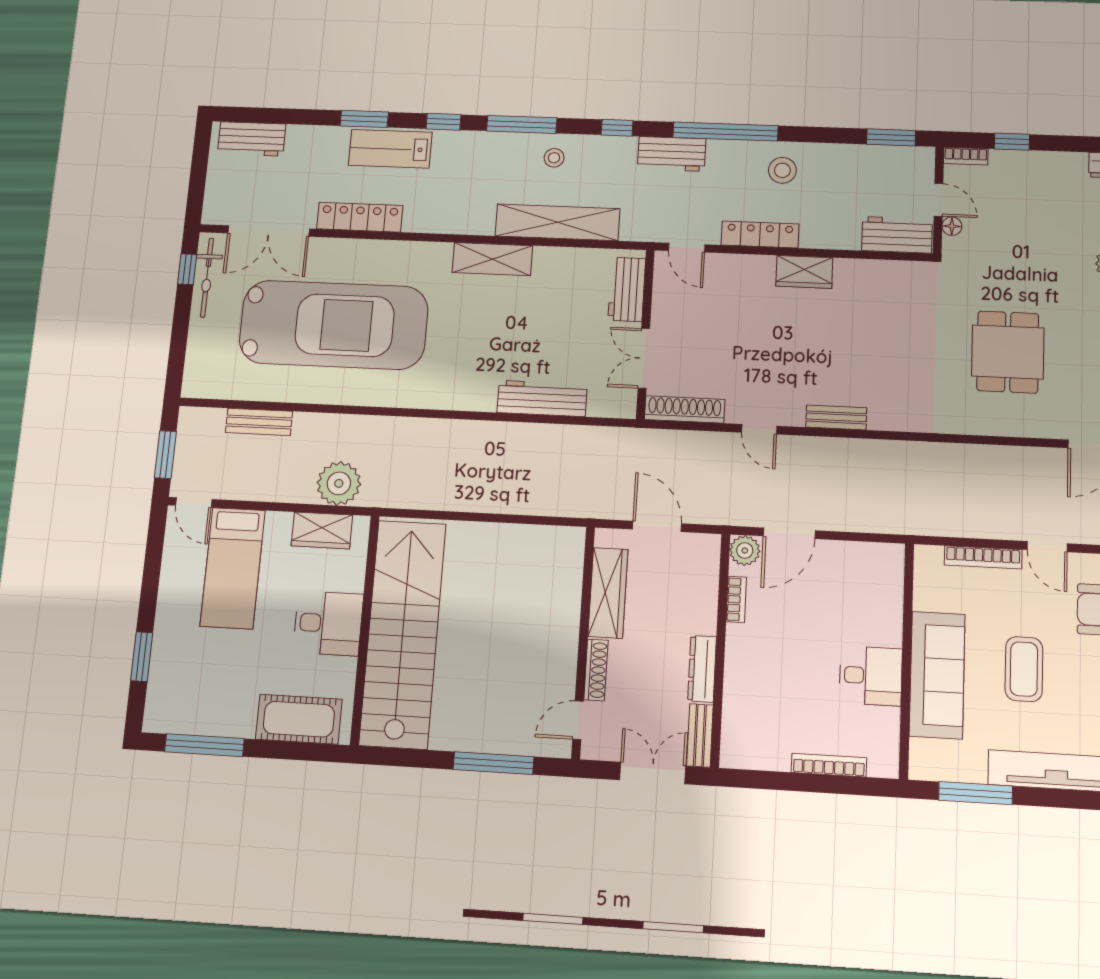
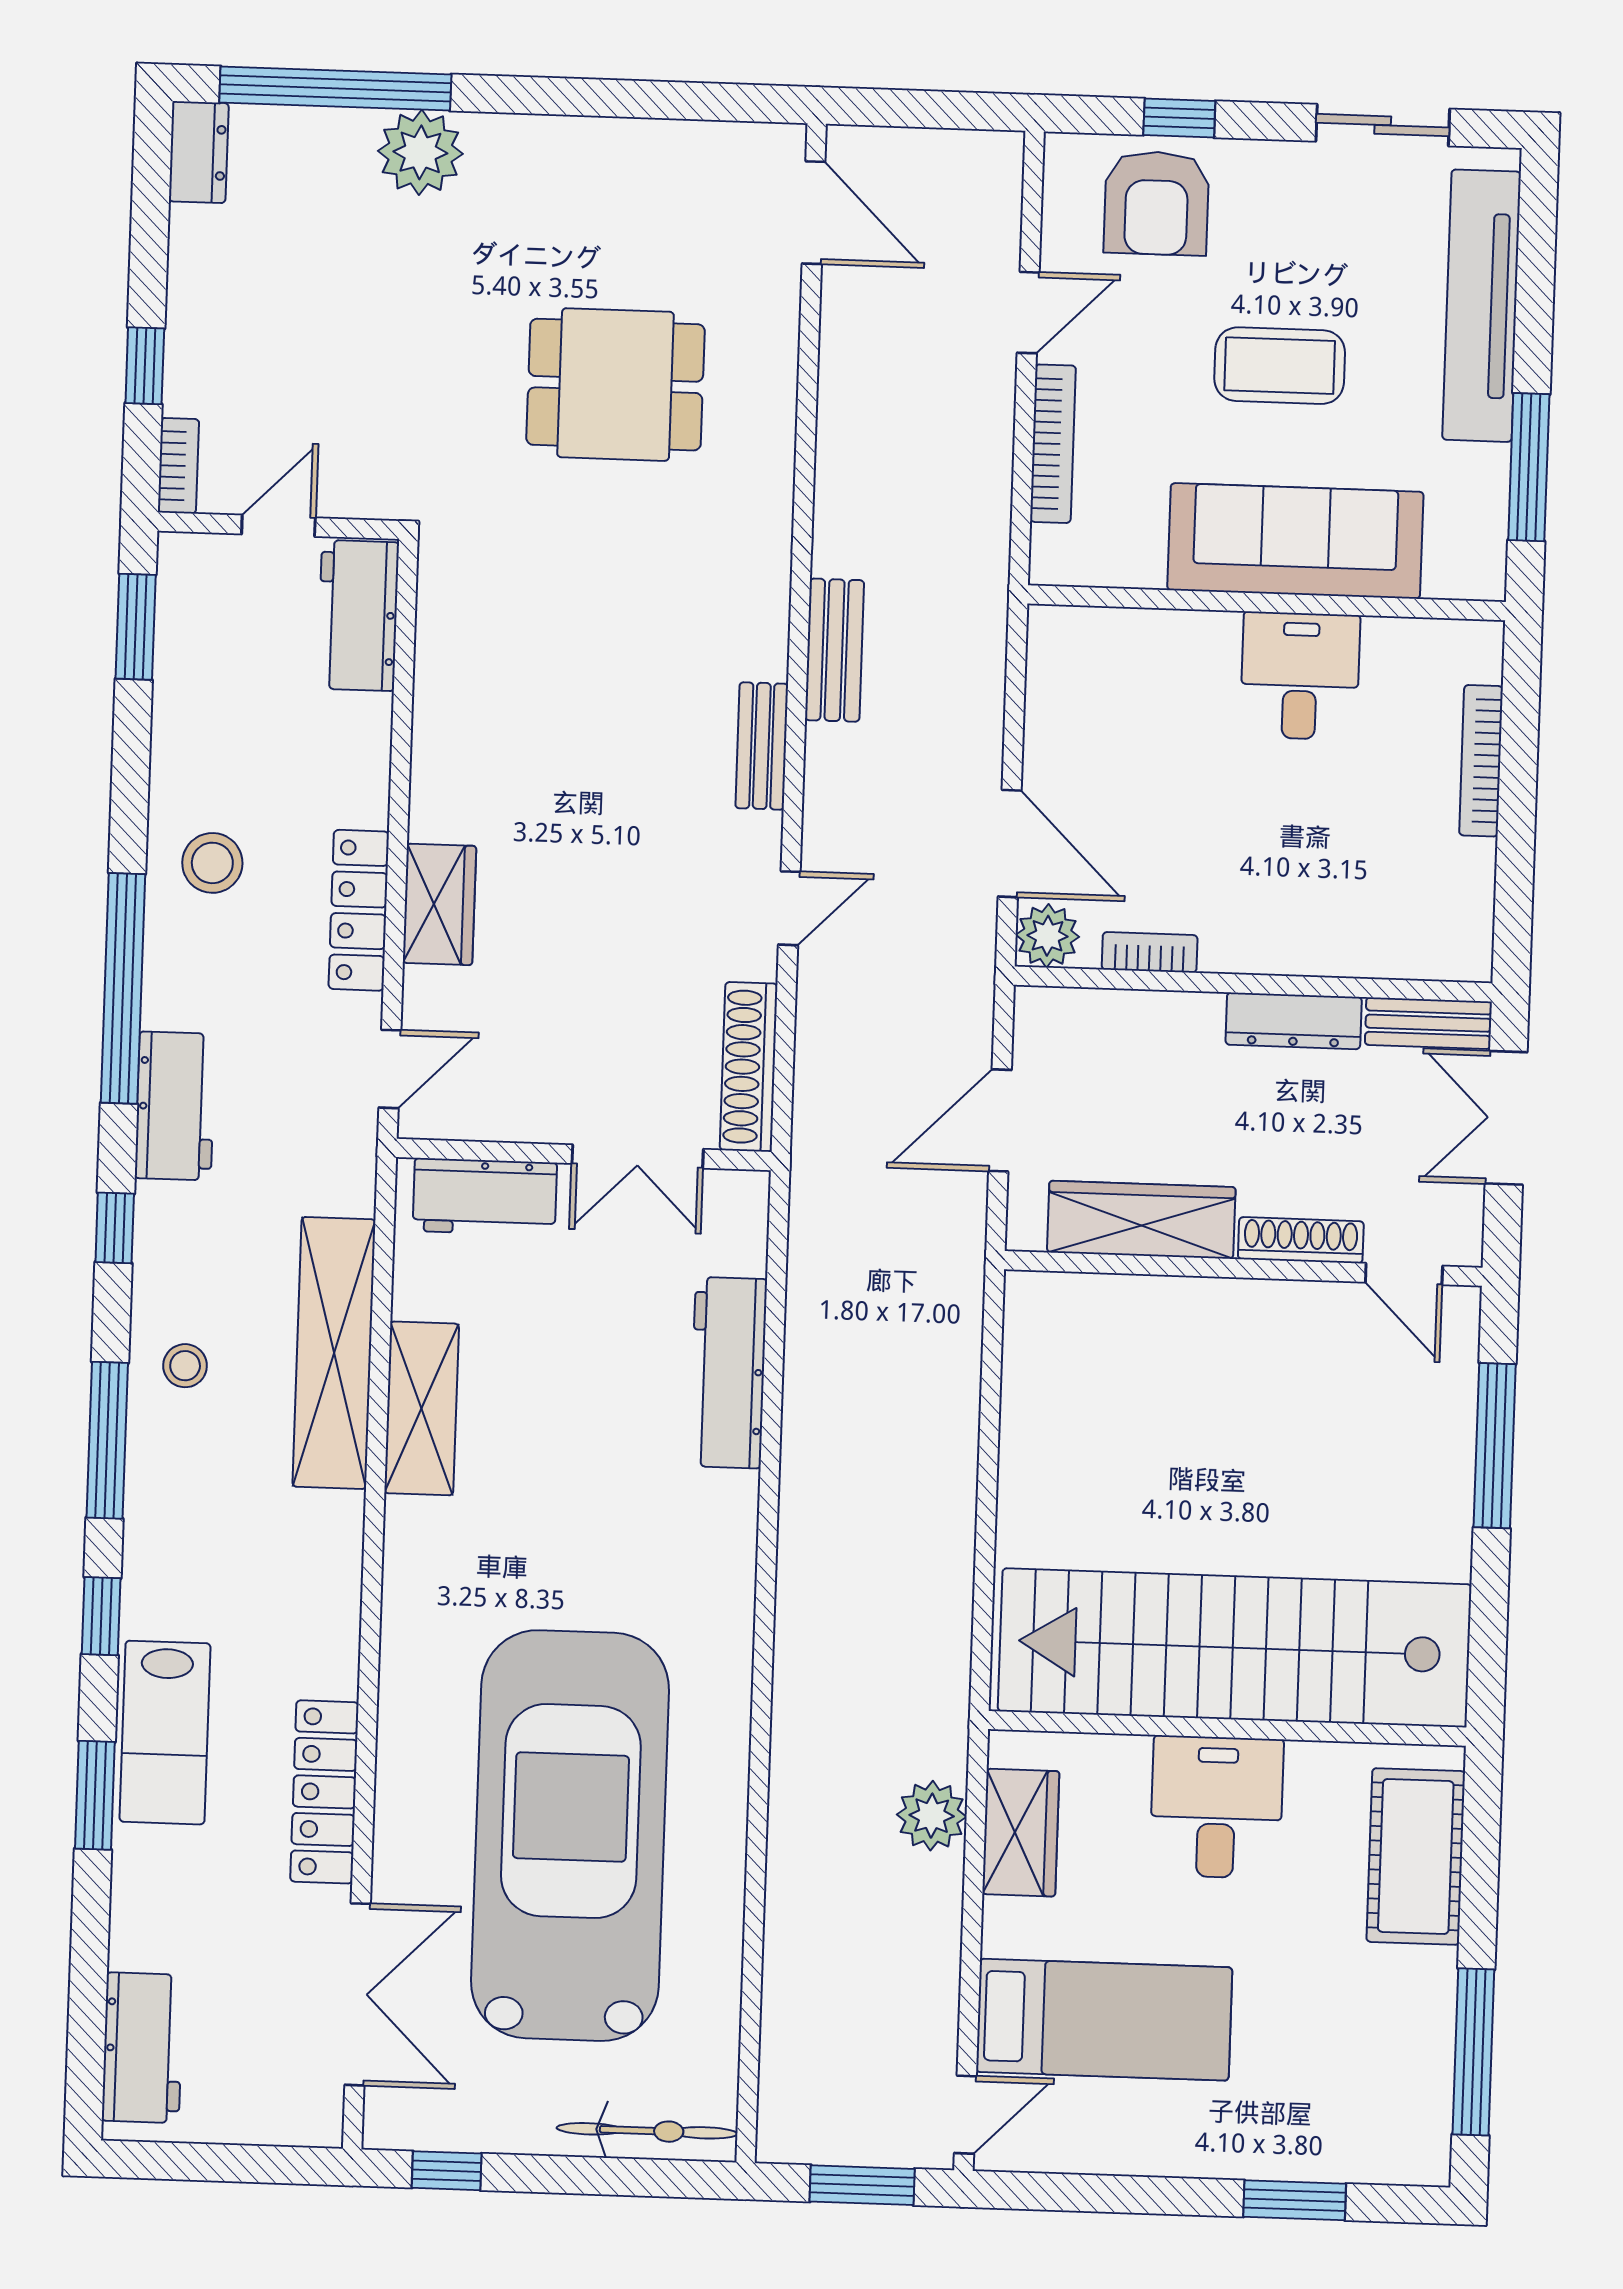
floor lamp: (952, 226) -> (338, 498), removed
shelving: (492, 259) -> (422, 1408), moved
wardrobe: (804, 272) -> (439, 904), moved
bicycle: (207, 278) -> (647, 2131), moved
bench: (259, 422) -> (835, 650), moved
plant: (339, 483) -> (932, 1816), width x0.73, depth x0.73

